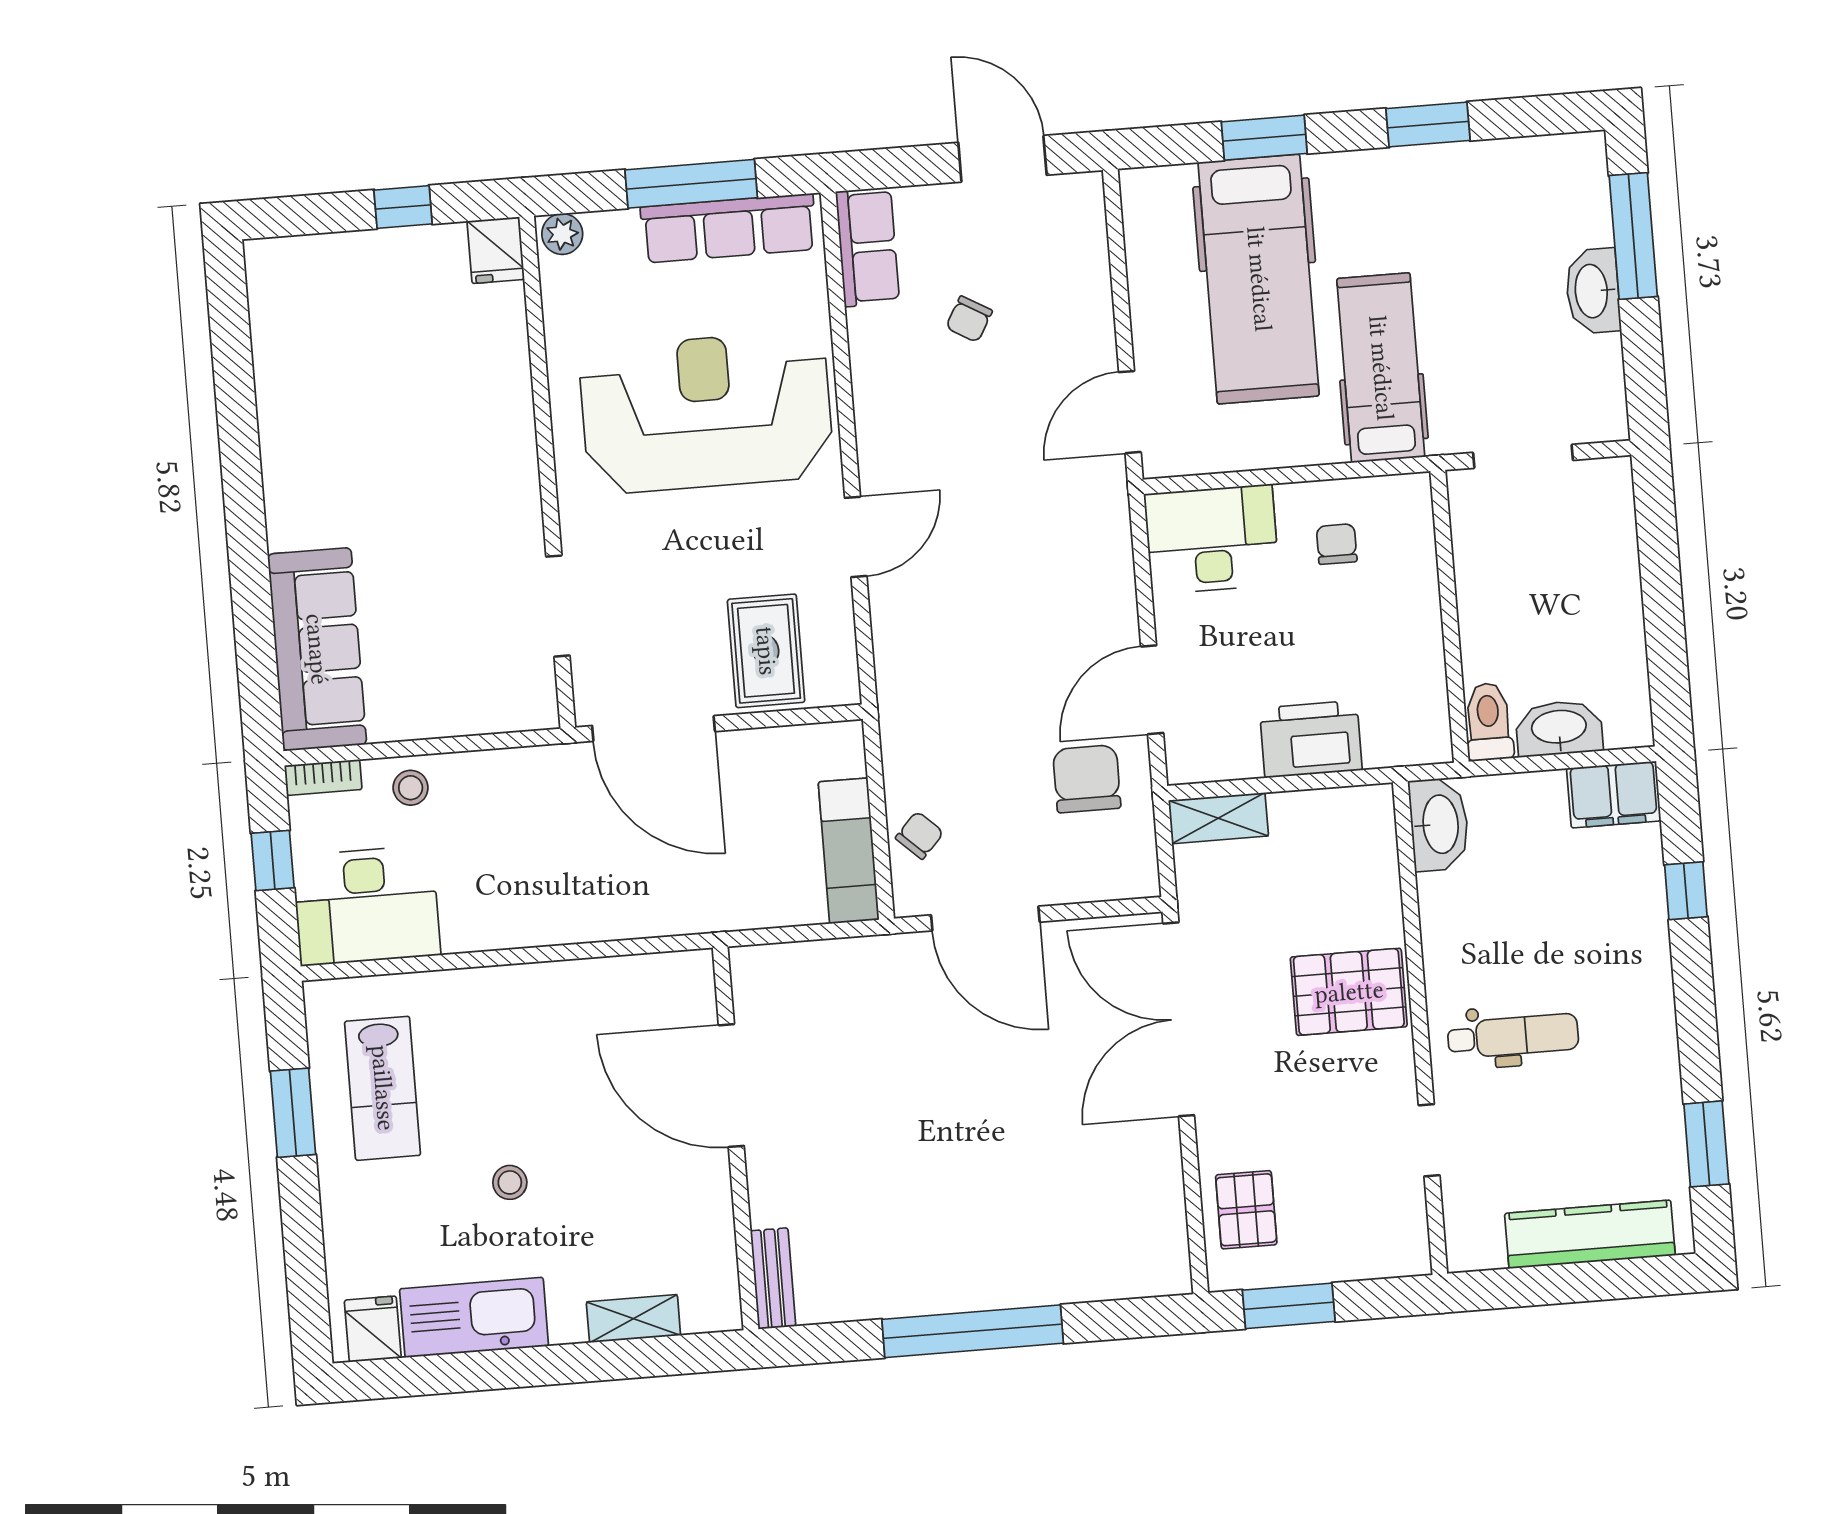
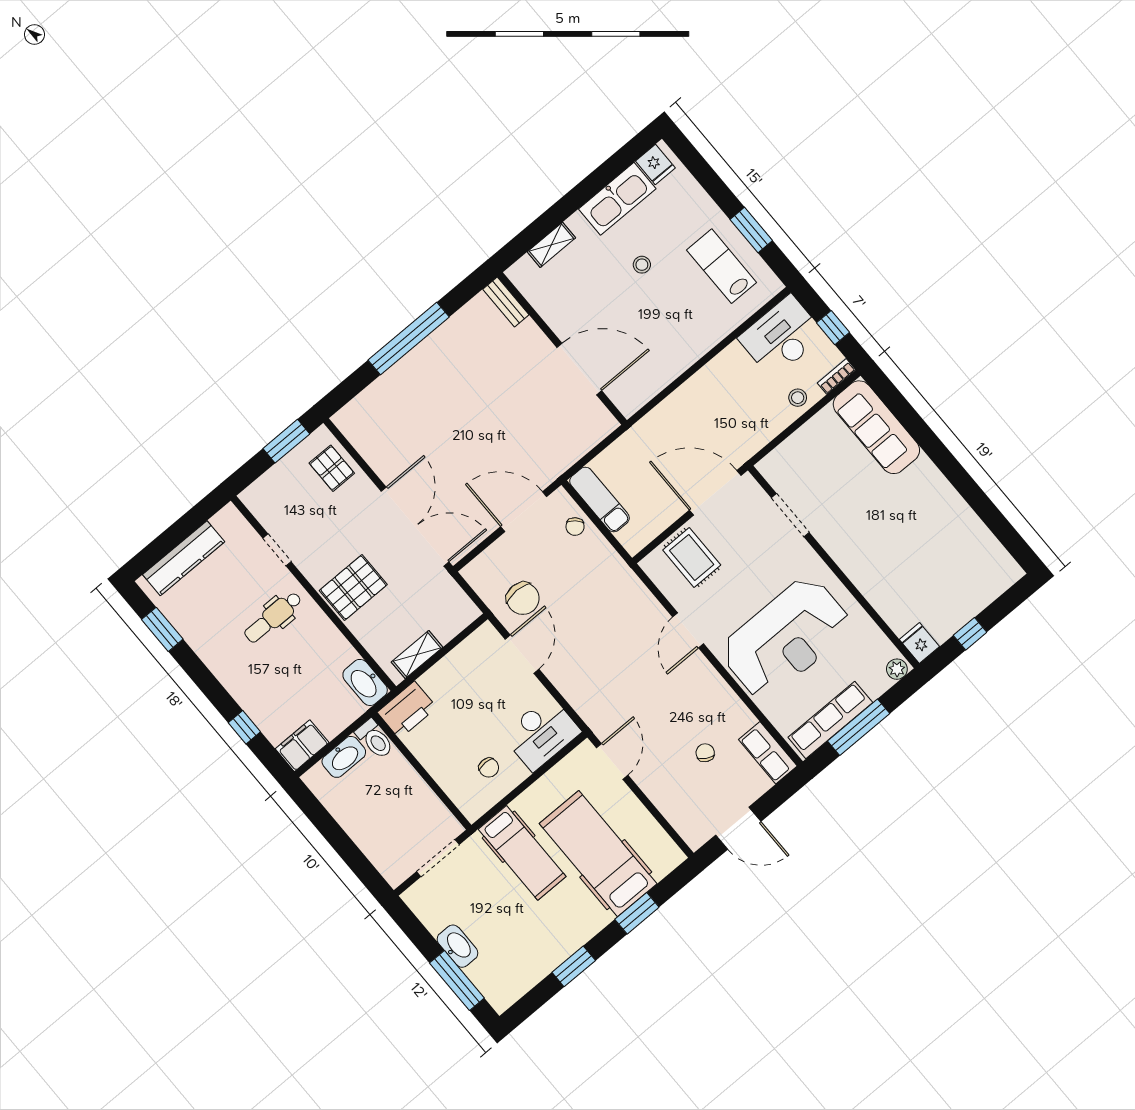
printer: (1311, 739) -> (407, 710), moved
shelving: (1218, 818) -> (417, 655), moved

